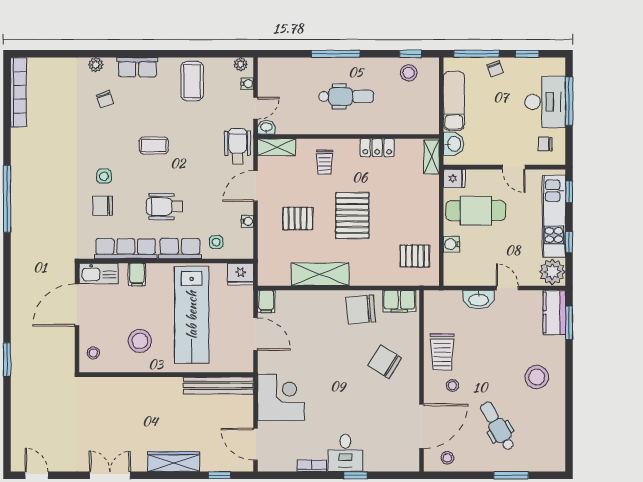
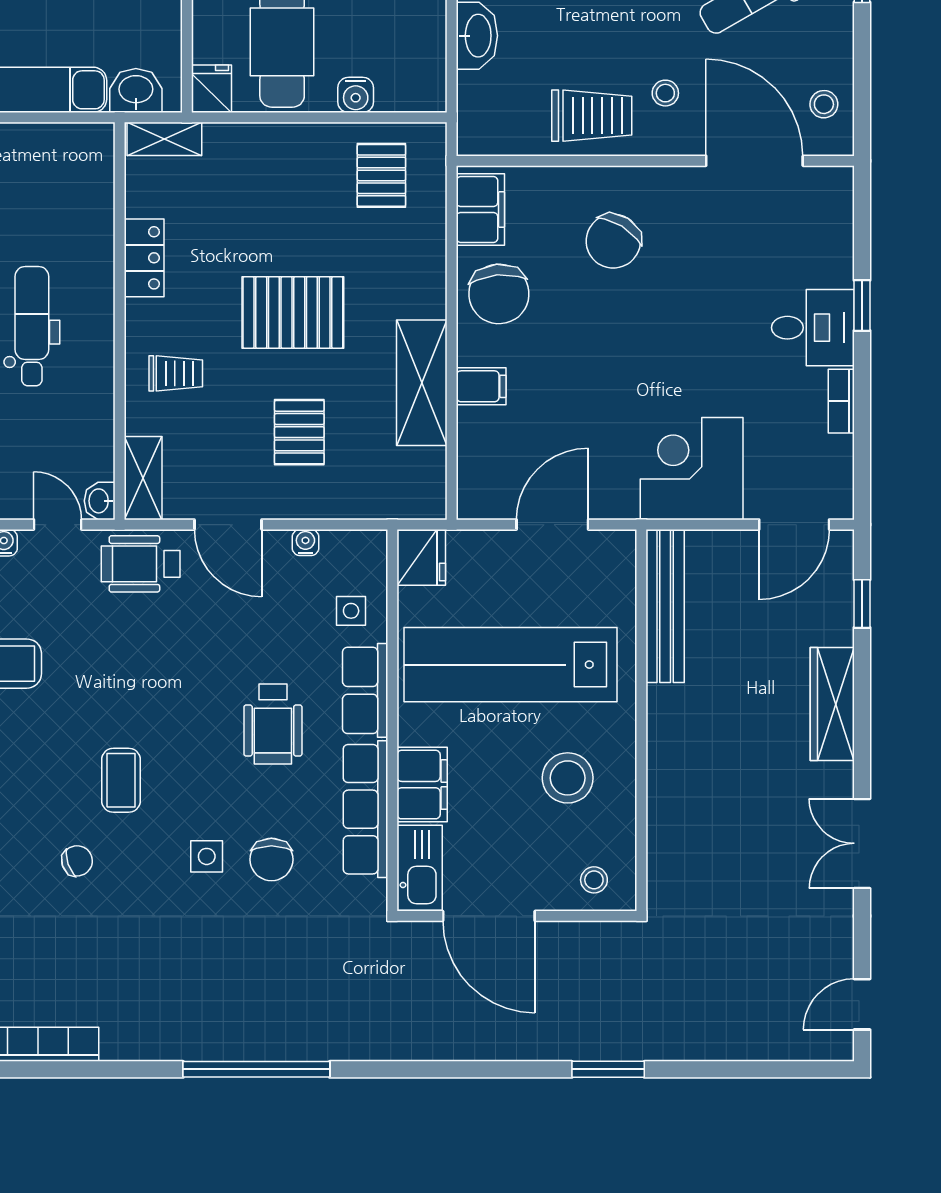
chair: (105, 99) -> (77, 861), moved
coffee table: (154, 145) -> (121, 780), moved
filing cabinet: (137, 274) -> (422, 785), width x2.00
filing cabinet: (266, 301) -> (481, 386), moved
lab bench: (192, 315) -> (511, 665), turned 180

